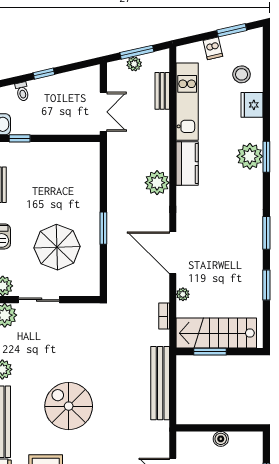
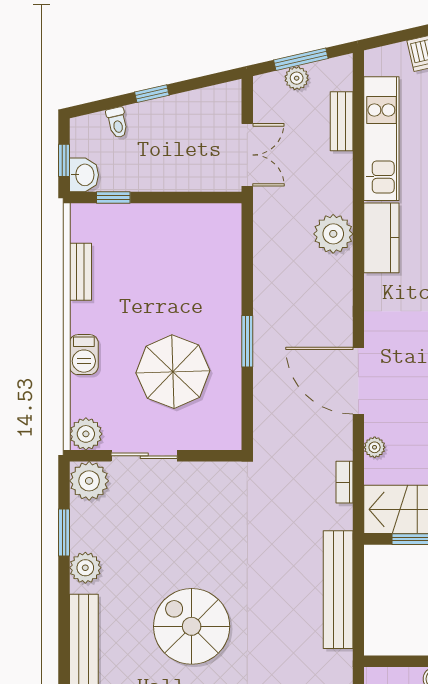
plant: (157, 183) -> (333, 234), moved

